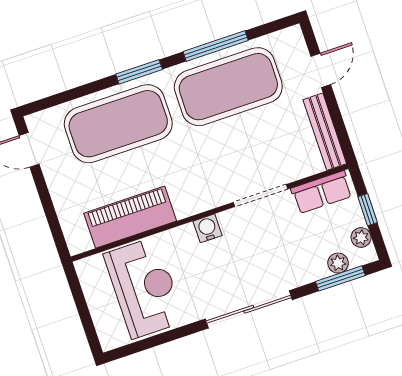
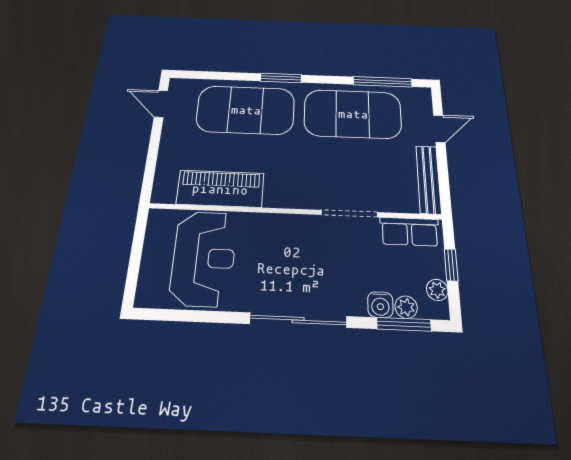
window: (216, 46) -> (383, 82), moved
water cooler: (207, 228) -> (380, 305), moved, turned 180

